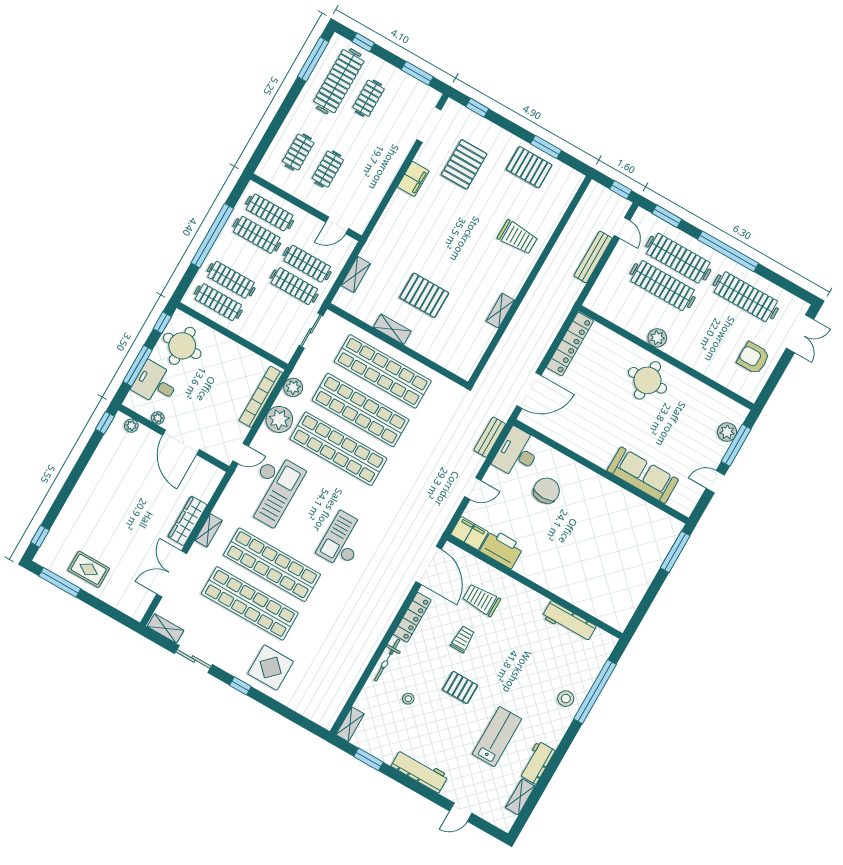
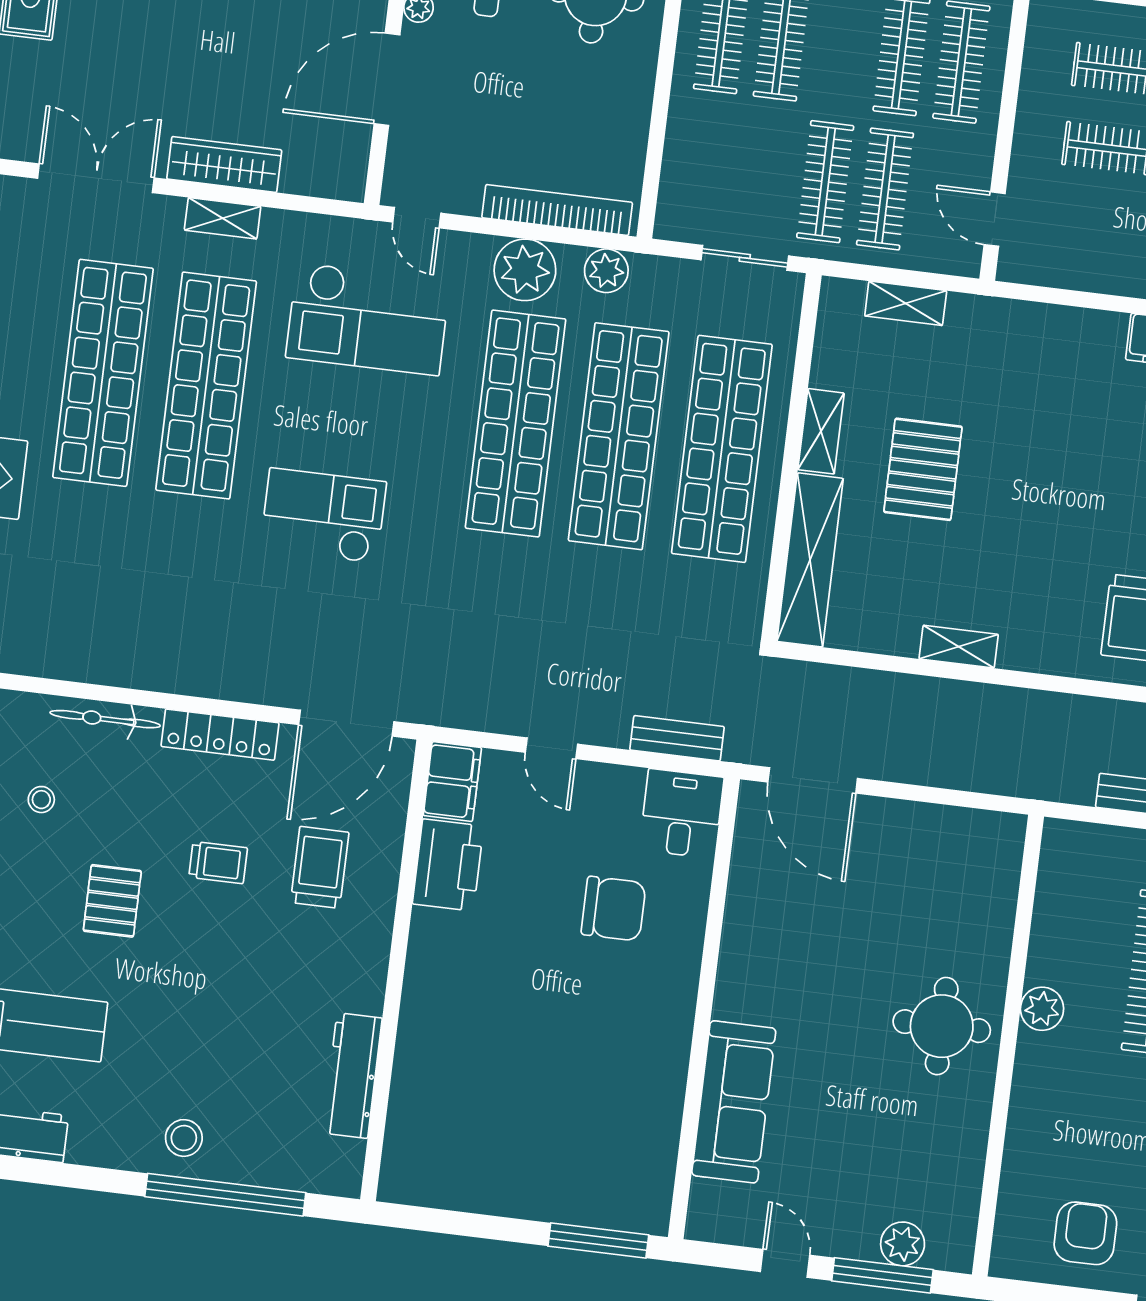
locker: (570, 344) -> (950, 826), removed
shelving: (441, 355) -> (810, 560), added
desk: (517, 453) -> (682, 814), width x0.73

